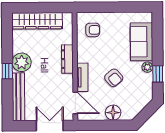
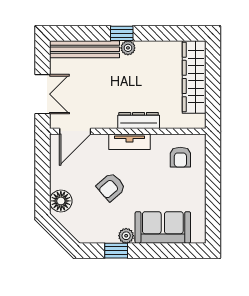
plant: (22, 62) -> (128, 48), width x0.53, depth x0.53
tv unit: (82, 77) -> (130, 142), moved
floor lamp: (113, 113) -> (61, 201), moved

